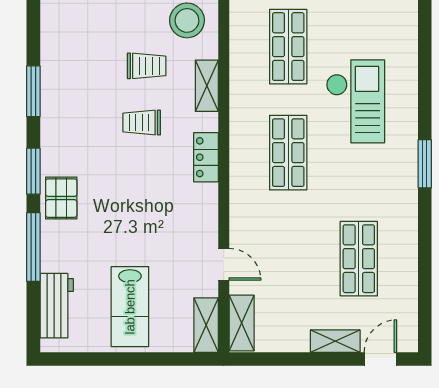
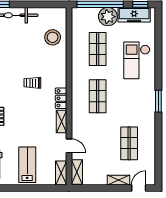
trolley: (147, 66) -> (35, 58), removed
shelving: (207, 86) -> (61, 122), moved
checkout: (355, 101) -> (137, 60), moved, turned 180
lab bench: (130, 307) -> (27, 165), turned 180

